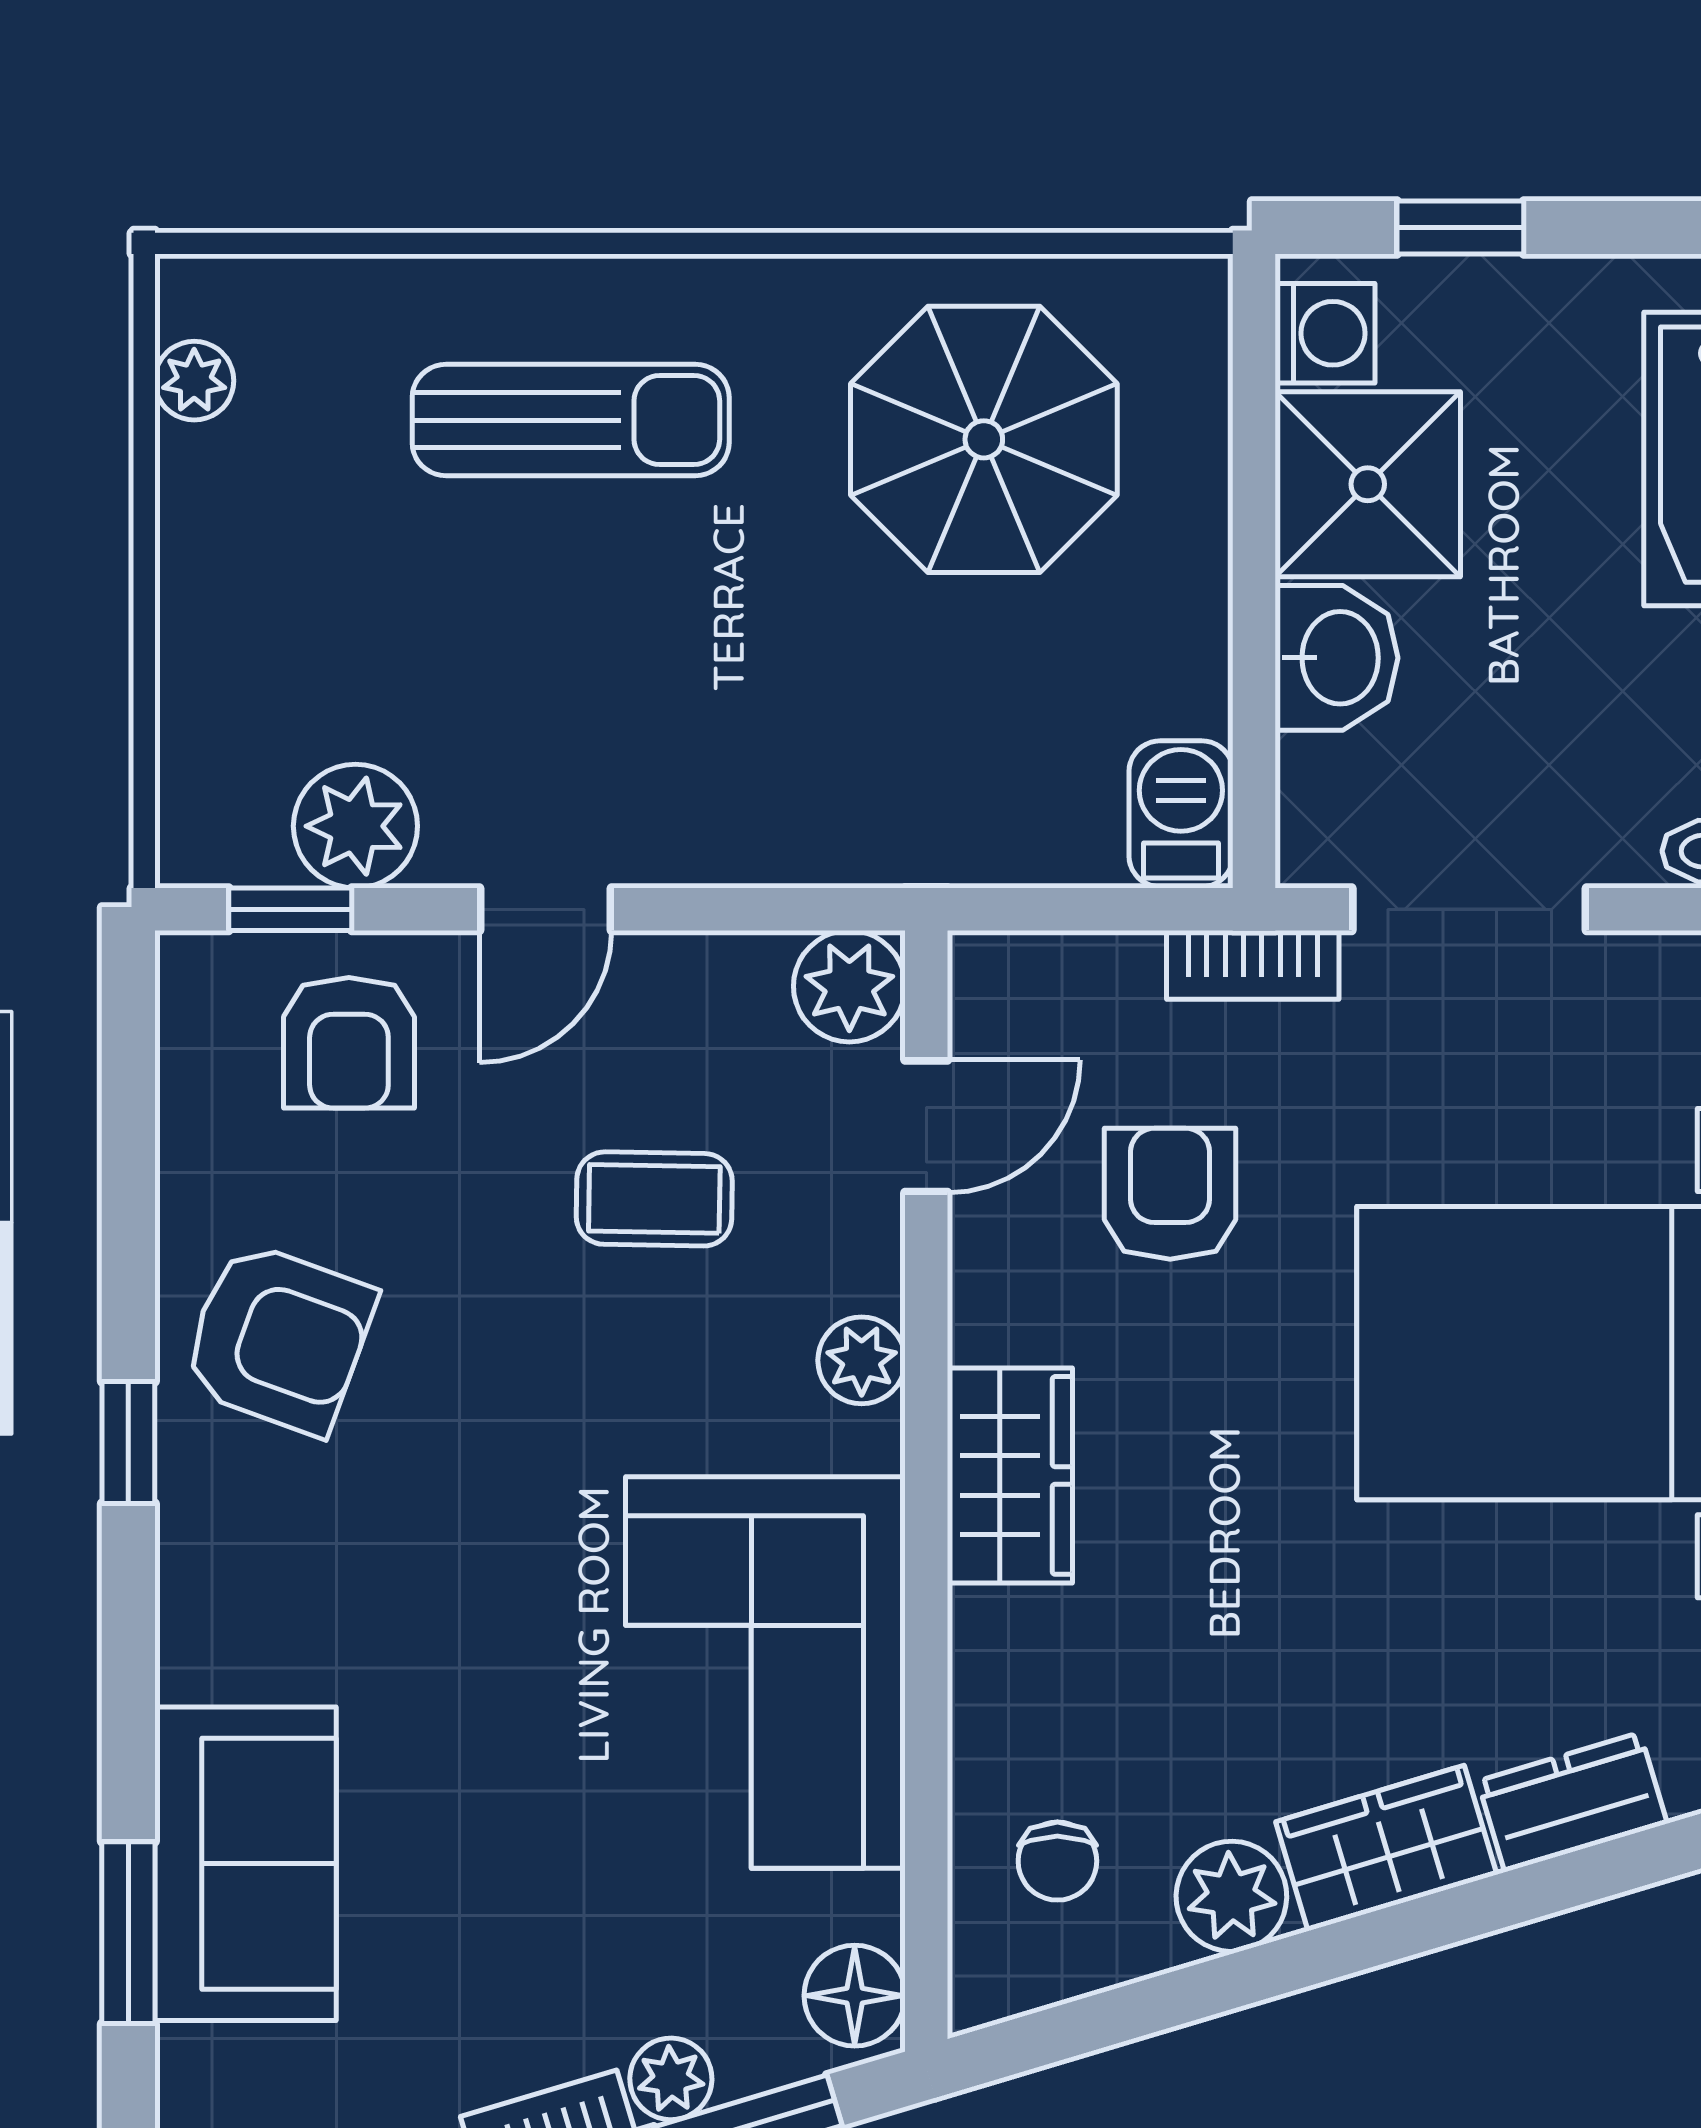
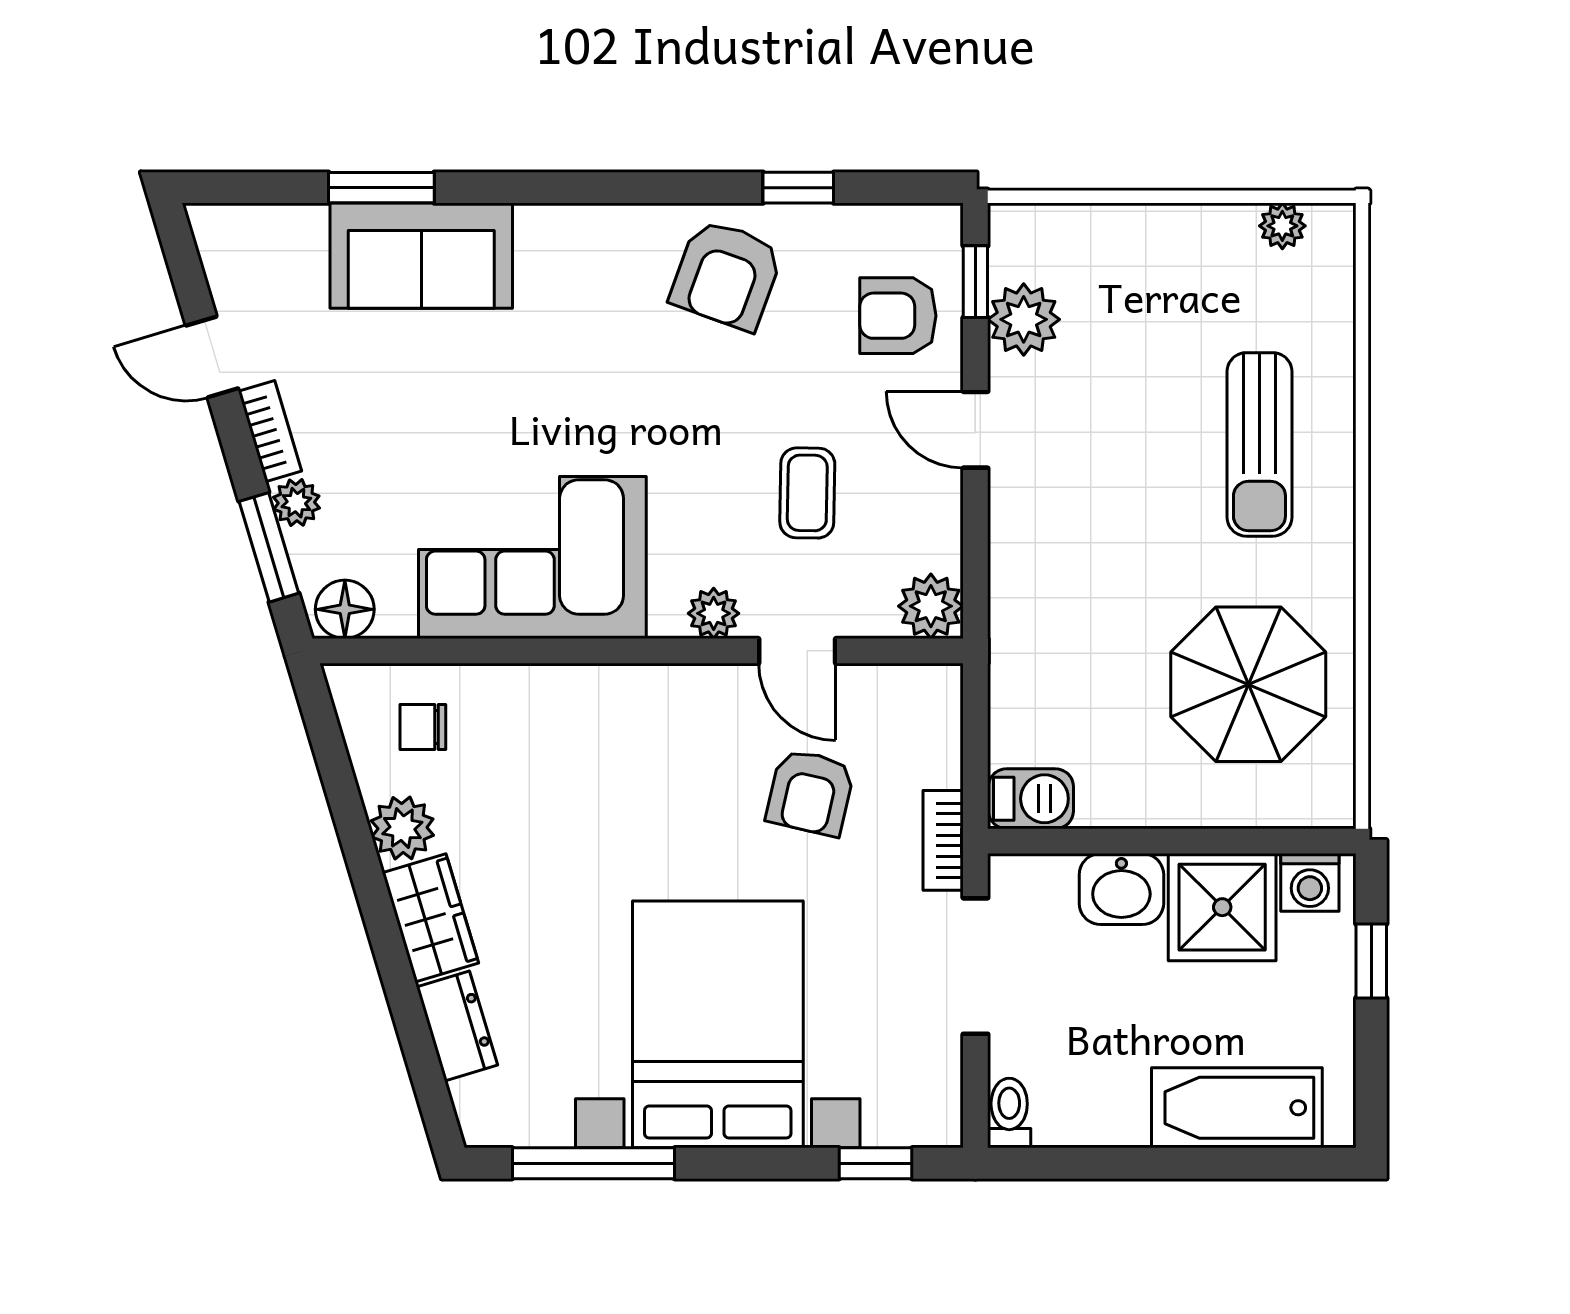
door: (926, 1126) -> (797, 651), moved
armchair: (1170, 1194) -> (810, 792), turned 103
window: (128, 1443) -> (798, 188), moved
wardrobe: (1010, 1475) -> (647, 699), removed

